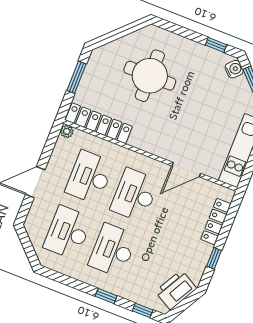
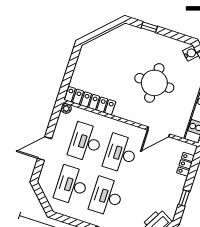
window: (216, 45) -> (149, 27), moved
round table: (150, 76) -> (154, 83), moved
window: (77, 77) -> (71, 67), removed
locker: (216, 222) -> (185, 164), width x0.66

